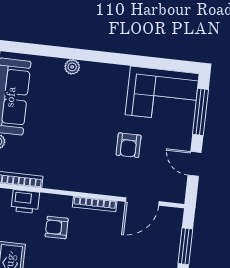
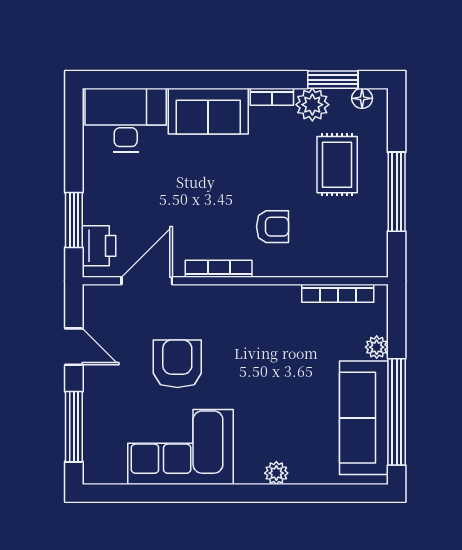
corner sofa: (162, 94) -> (181, 447), moved
armchair: (129, 145) -> (177, 364), width x1.38, depth x1.38
printer: (25, 202) -> (99, 246), moved, turned 90

